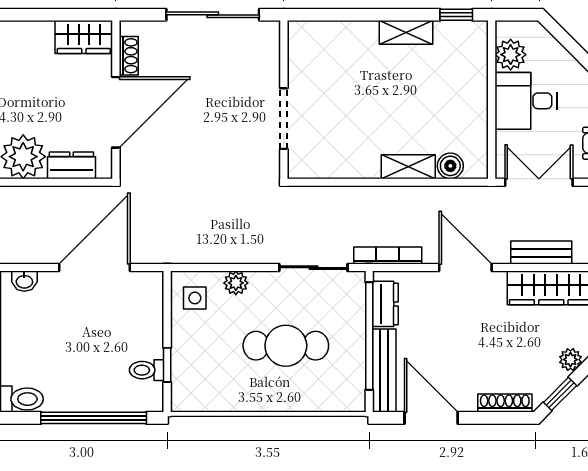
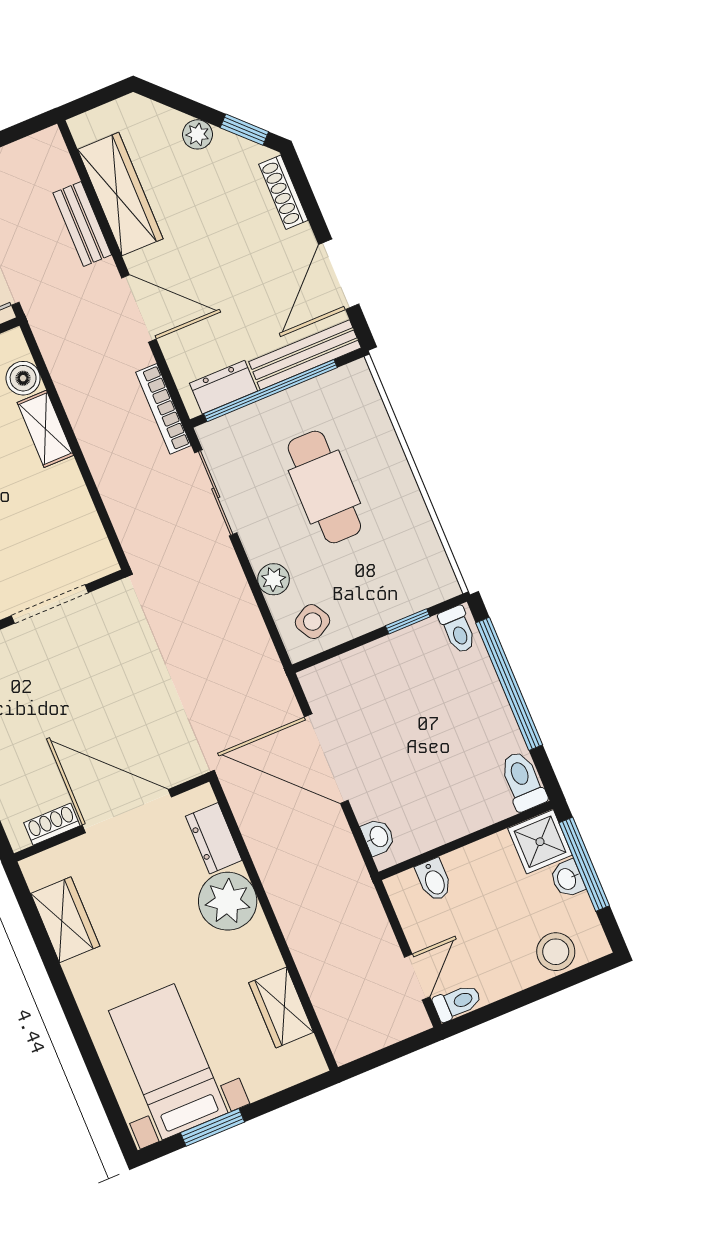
wardrobe: (84, 37) -> (65, 920), moved
door: (465, 268) -> (139, 308), swing flipped
side table: (195, 298) -> (312, 622), turned -30
toilet: (147, 370) -> (458, 630), moved

